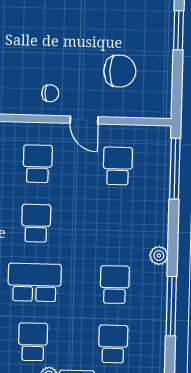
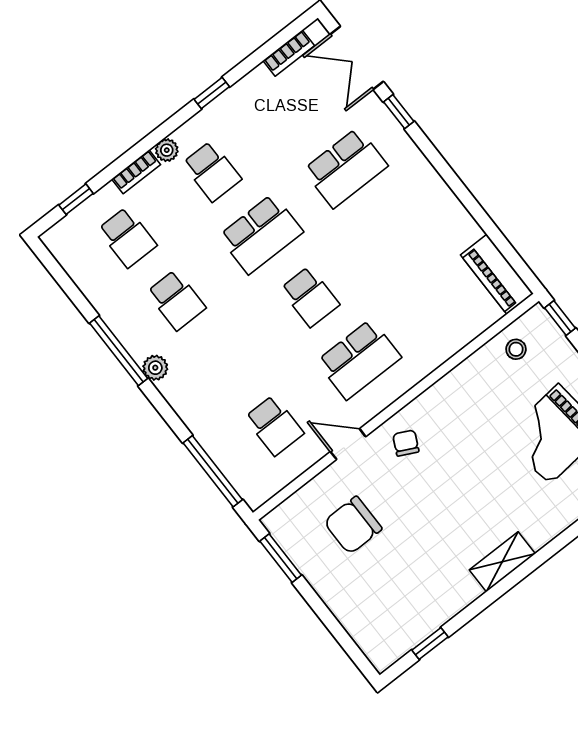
window: (178, 30) -> (281, 558), moved
chair: (50, 93) -> (406, 443), turned 116
school desk: (38, 164) -> (359, 359), width x1.85
window: (171, 306) -> (119, 351), moved

